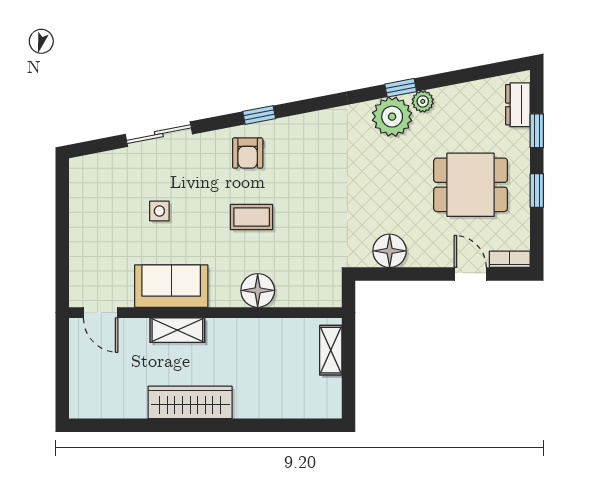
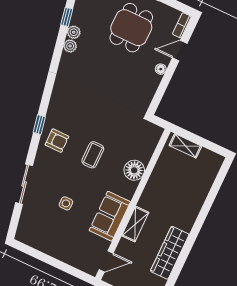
window: (401, 88) -> (67, 17), moved
plant: (392, 117) -> (70, 46), width x0.53, depth x0.53
floor lamp: (390, 251) -> (161, 69), moved, width x0.53, depth x0.53
wardrobe: (190, 402) -> (170, 253), moved

